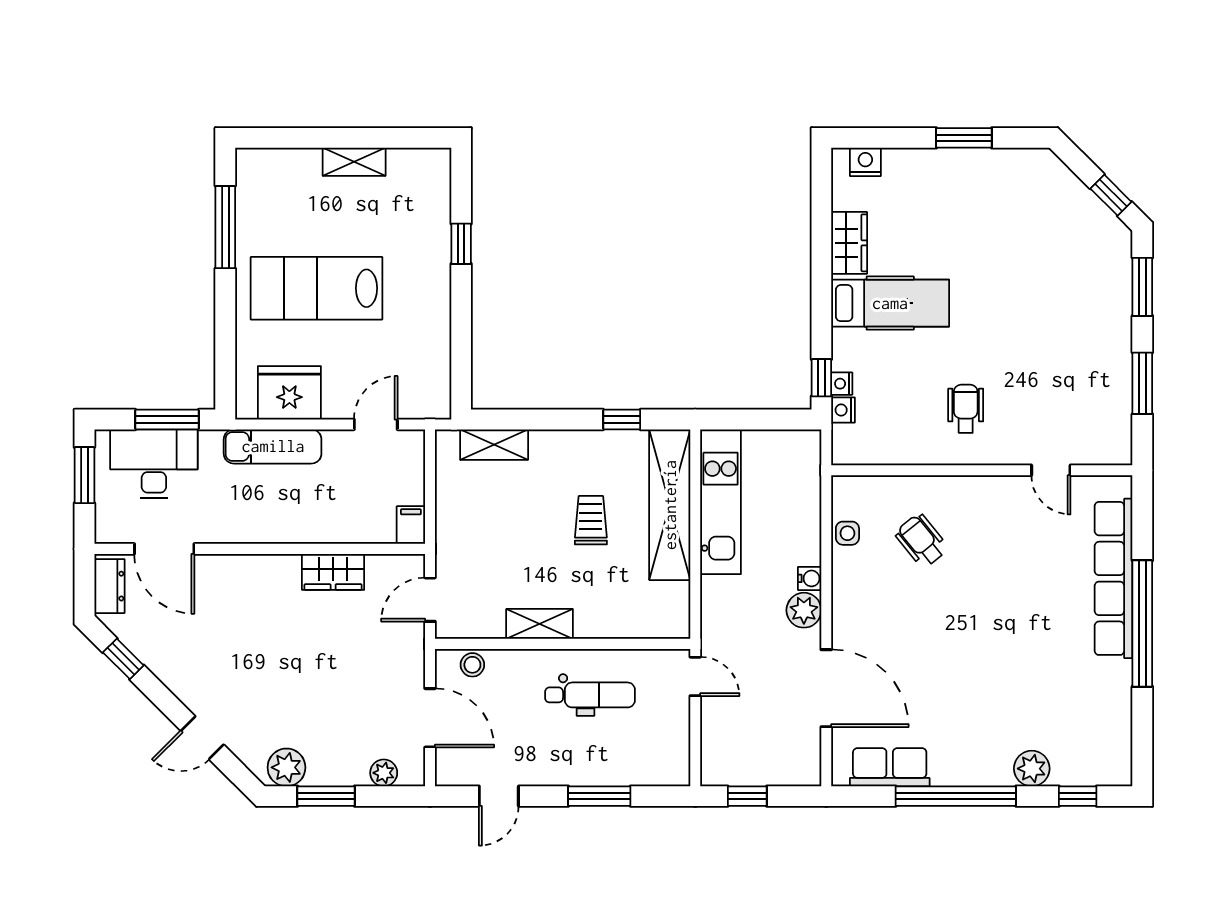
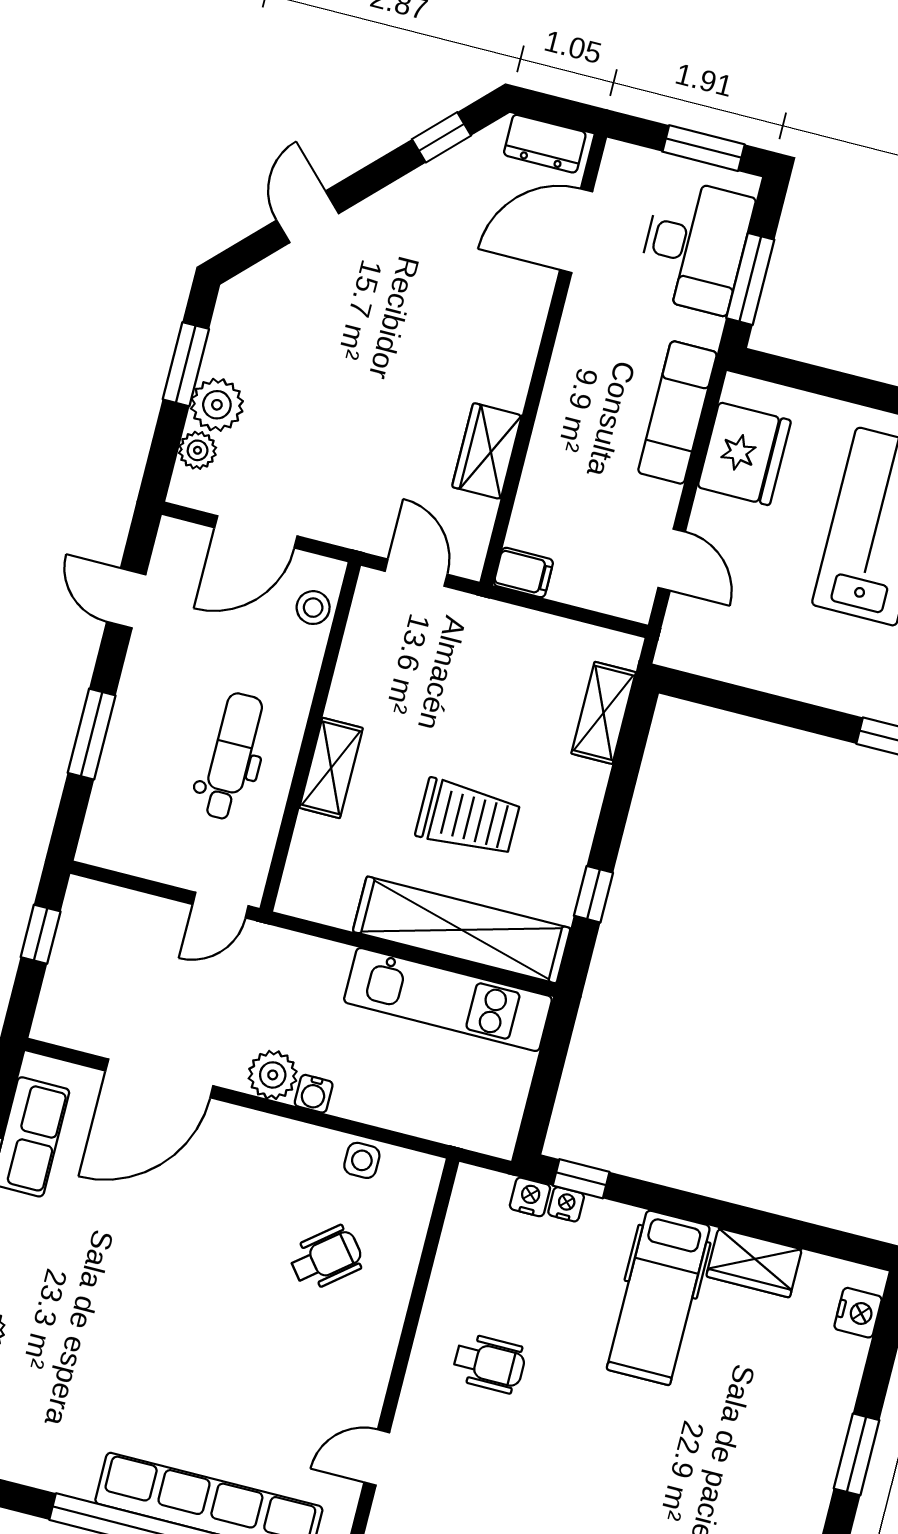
trolley: (591, 520) -> (468, 818), width x1.36, depth x1.39
shelving: (540, 624) -> (331, 768), moved
dental chair: (590, 695) -> (232, 756), turned 180
plant: (286, 767) -> (217, 405), moved

